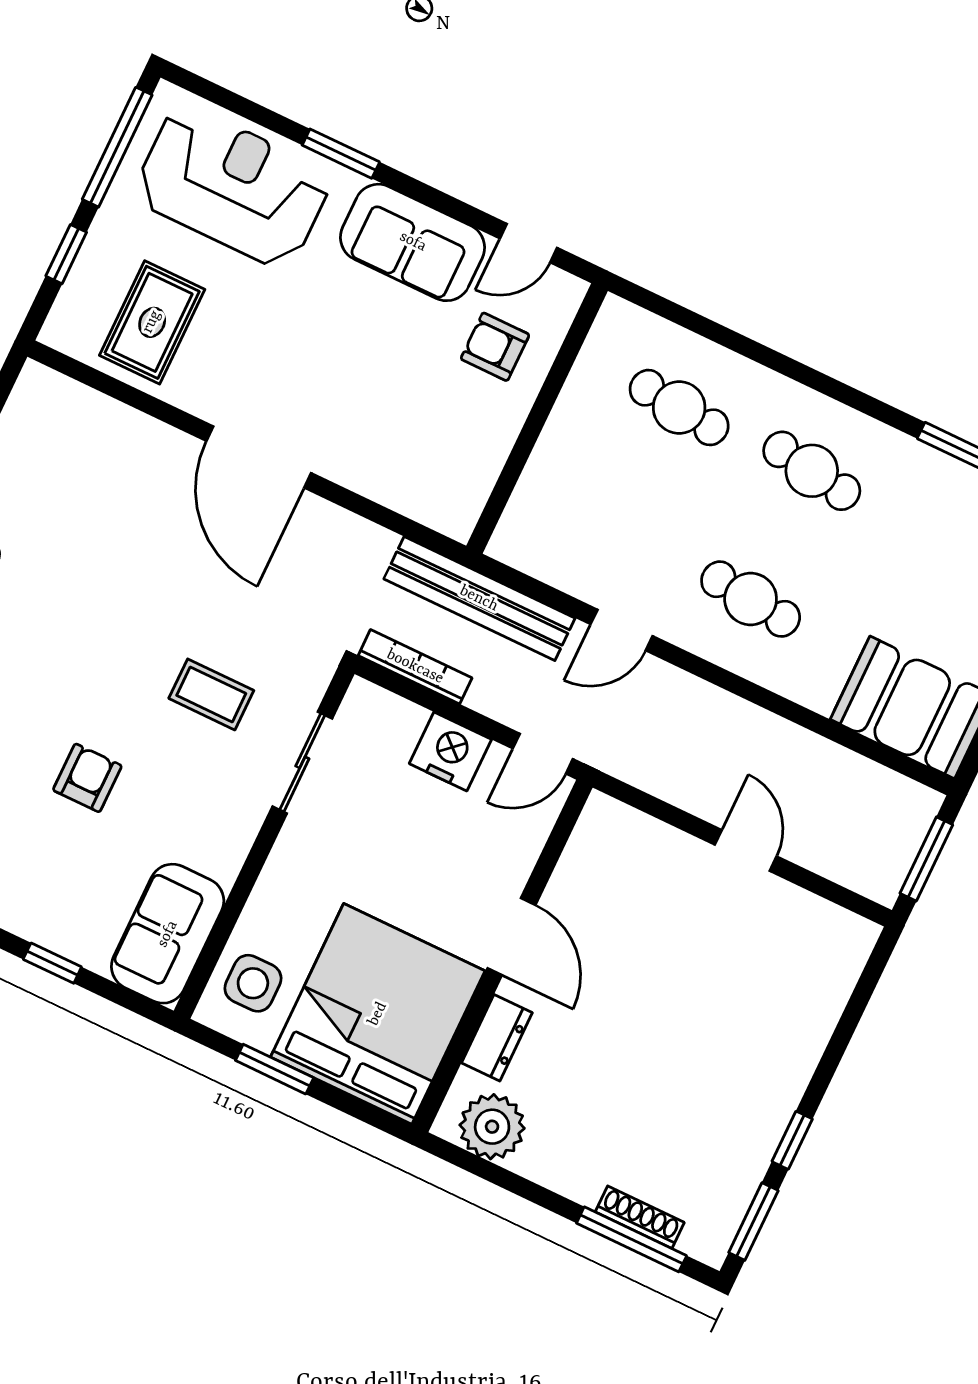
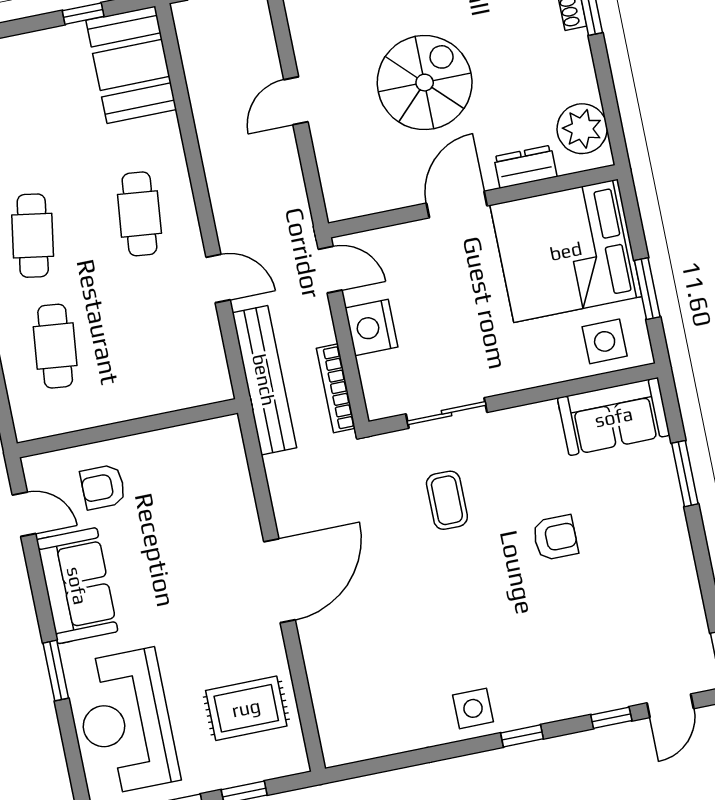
armchair: (495, 347) -> (103, 487), turned 90
armchair: (87, 778) -> (555, 538), turned 180
window: (52, 963) -> (685, 474), width x1.50
spiral stairs: (664, 999) -> (425, 83), added

